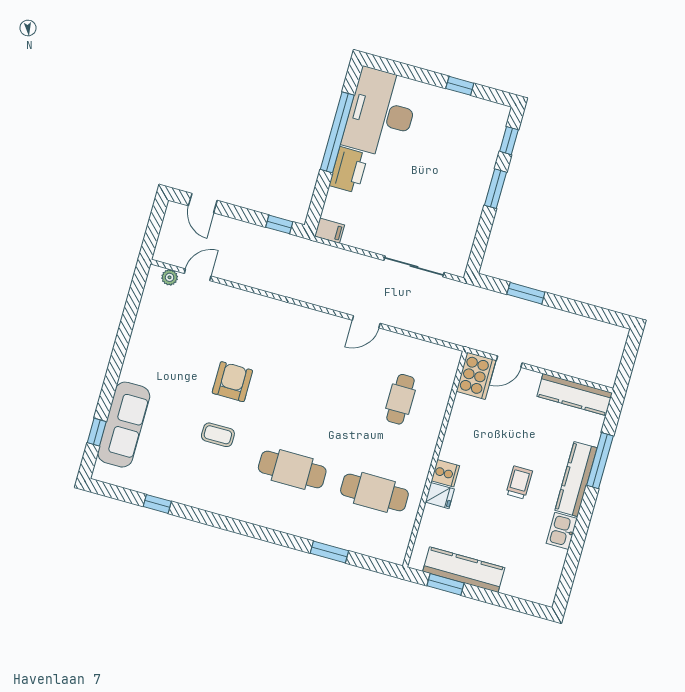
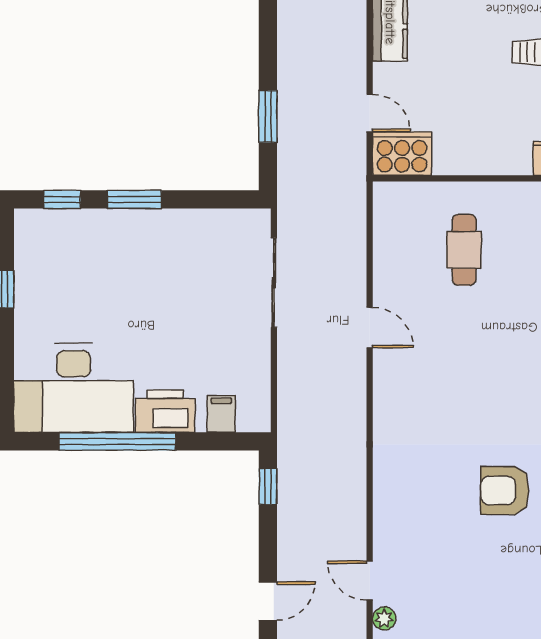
filing cabinet: (330, 231) -> (221, 414), moved
cafe table: (401, 399) -> (464, 250), turned 90

